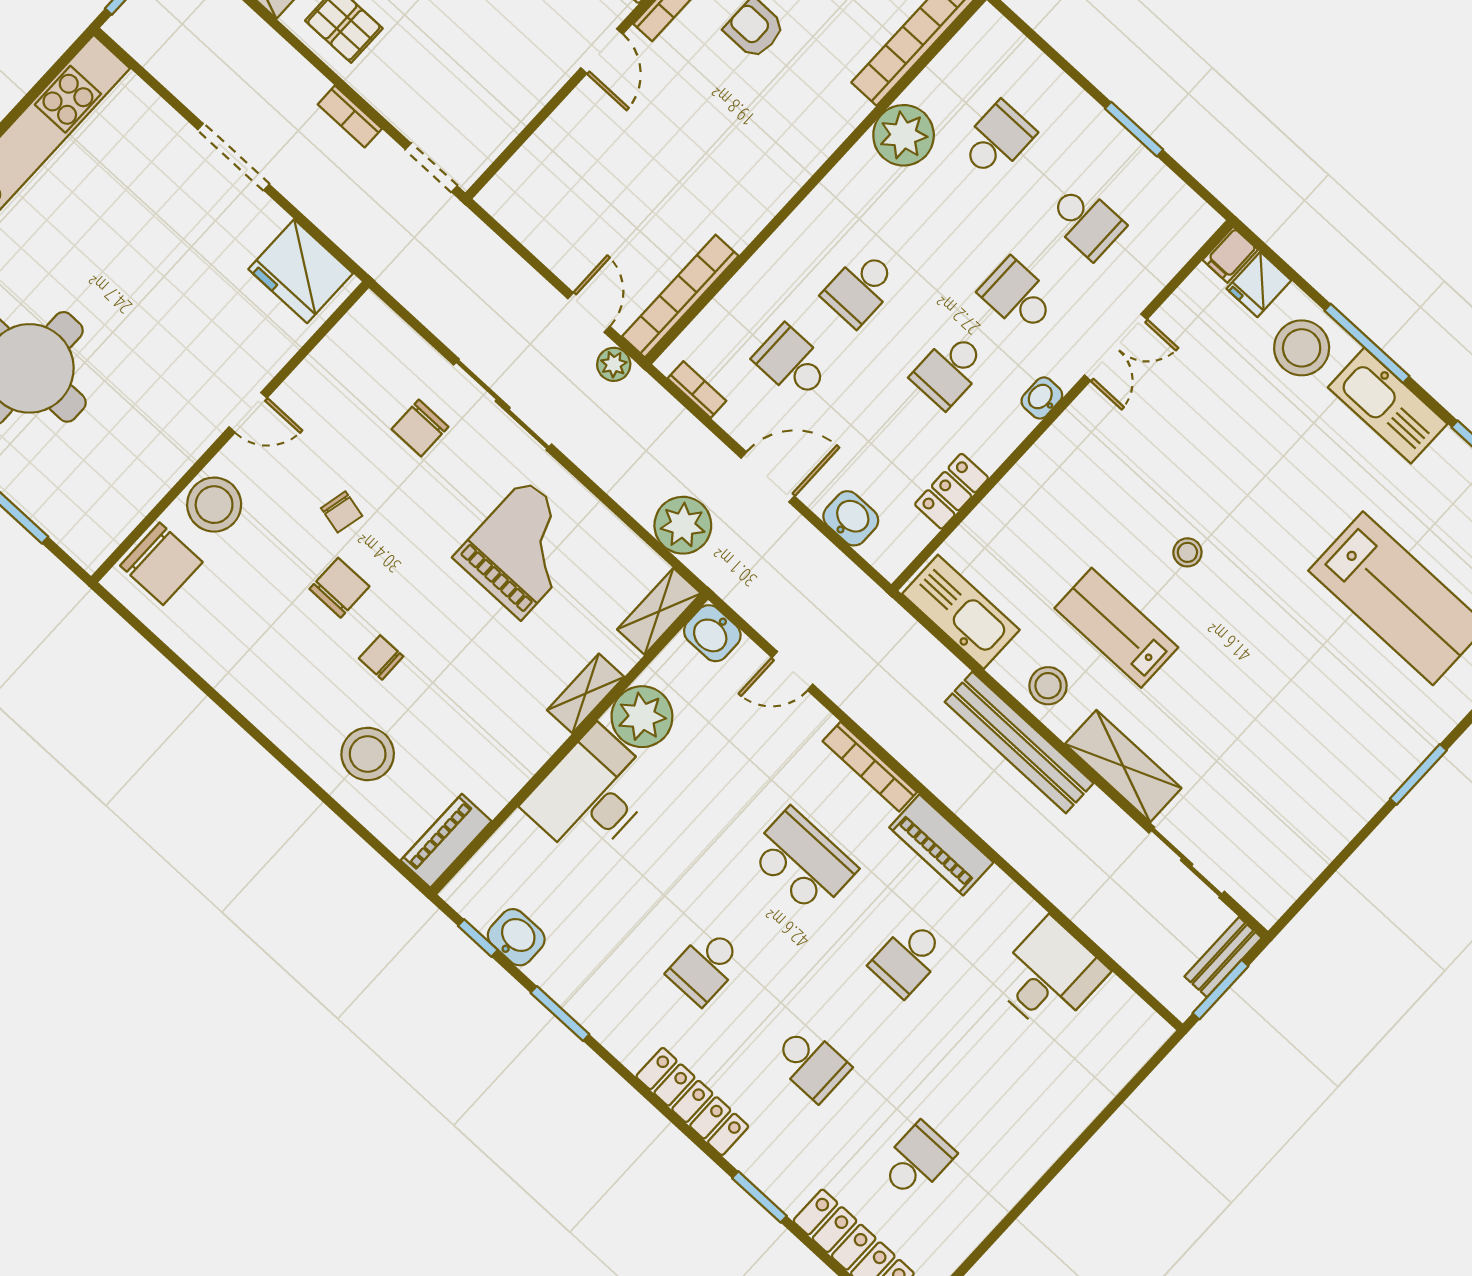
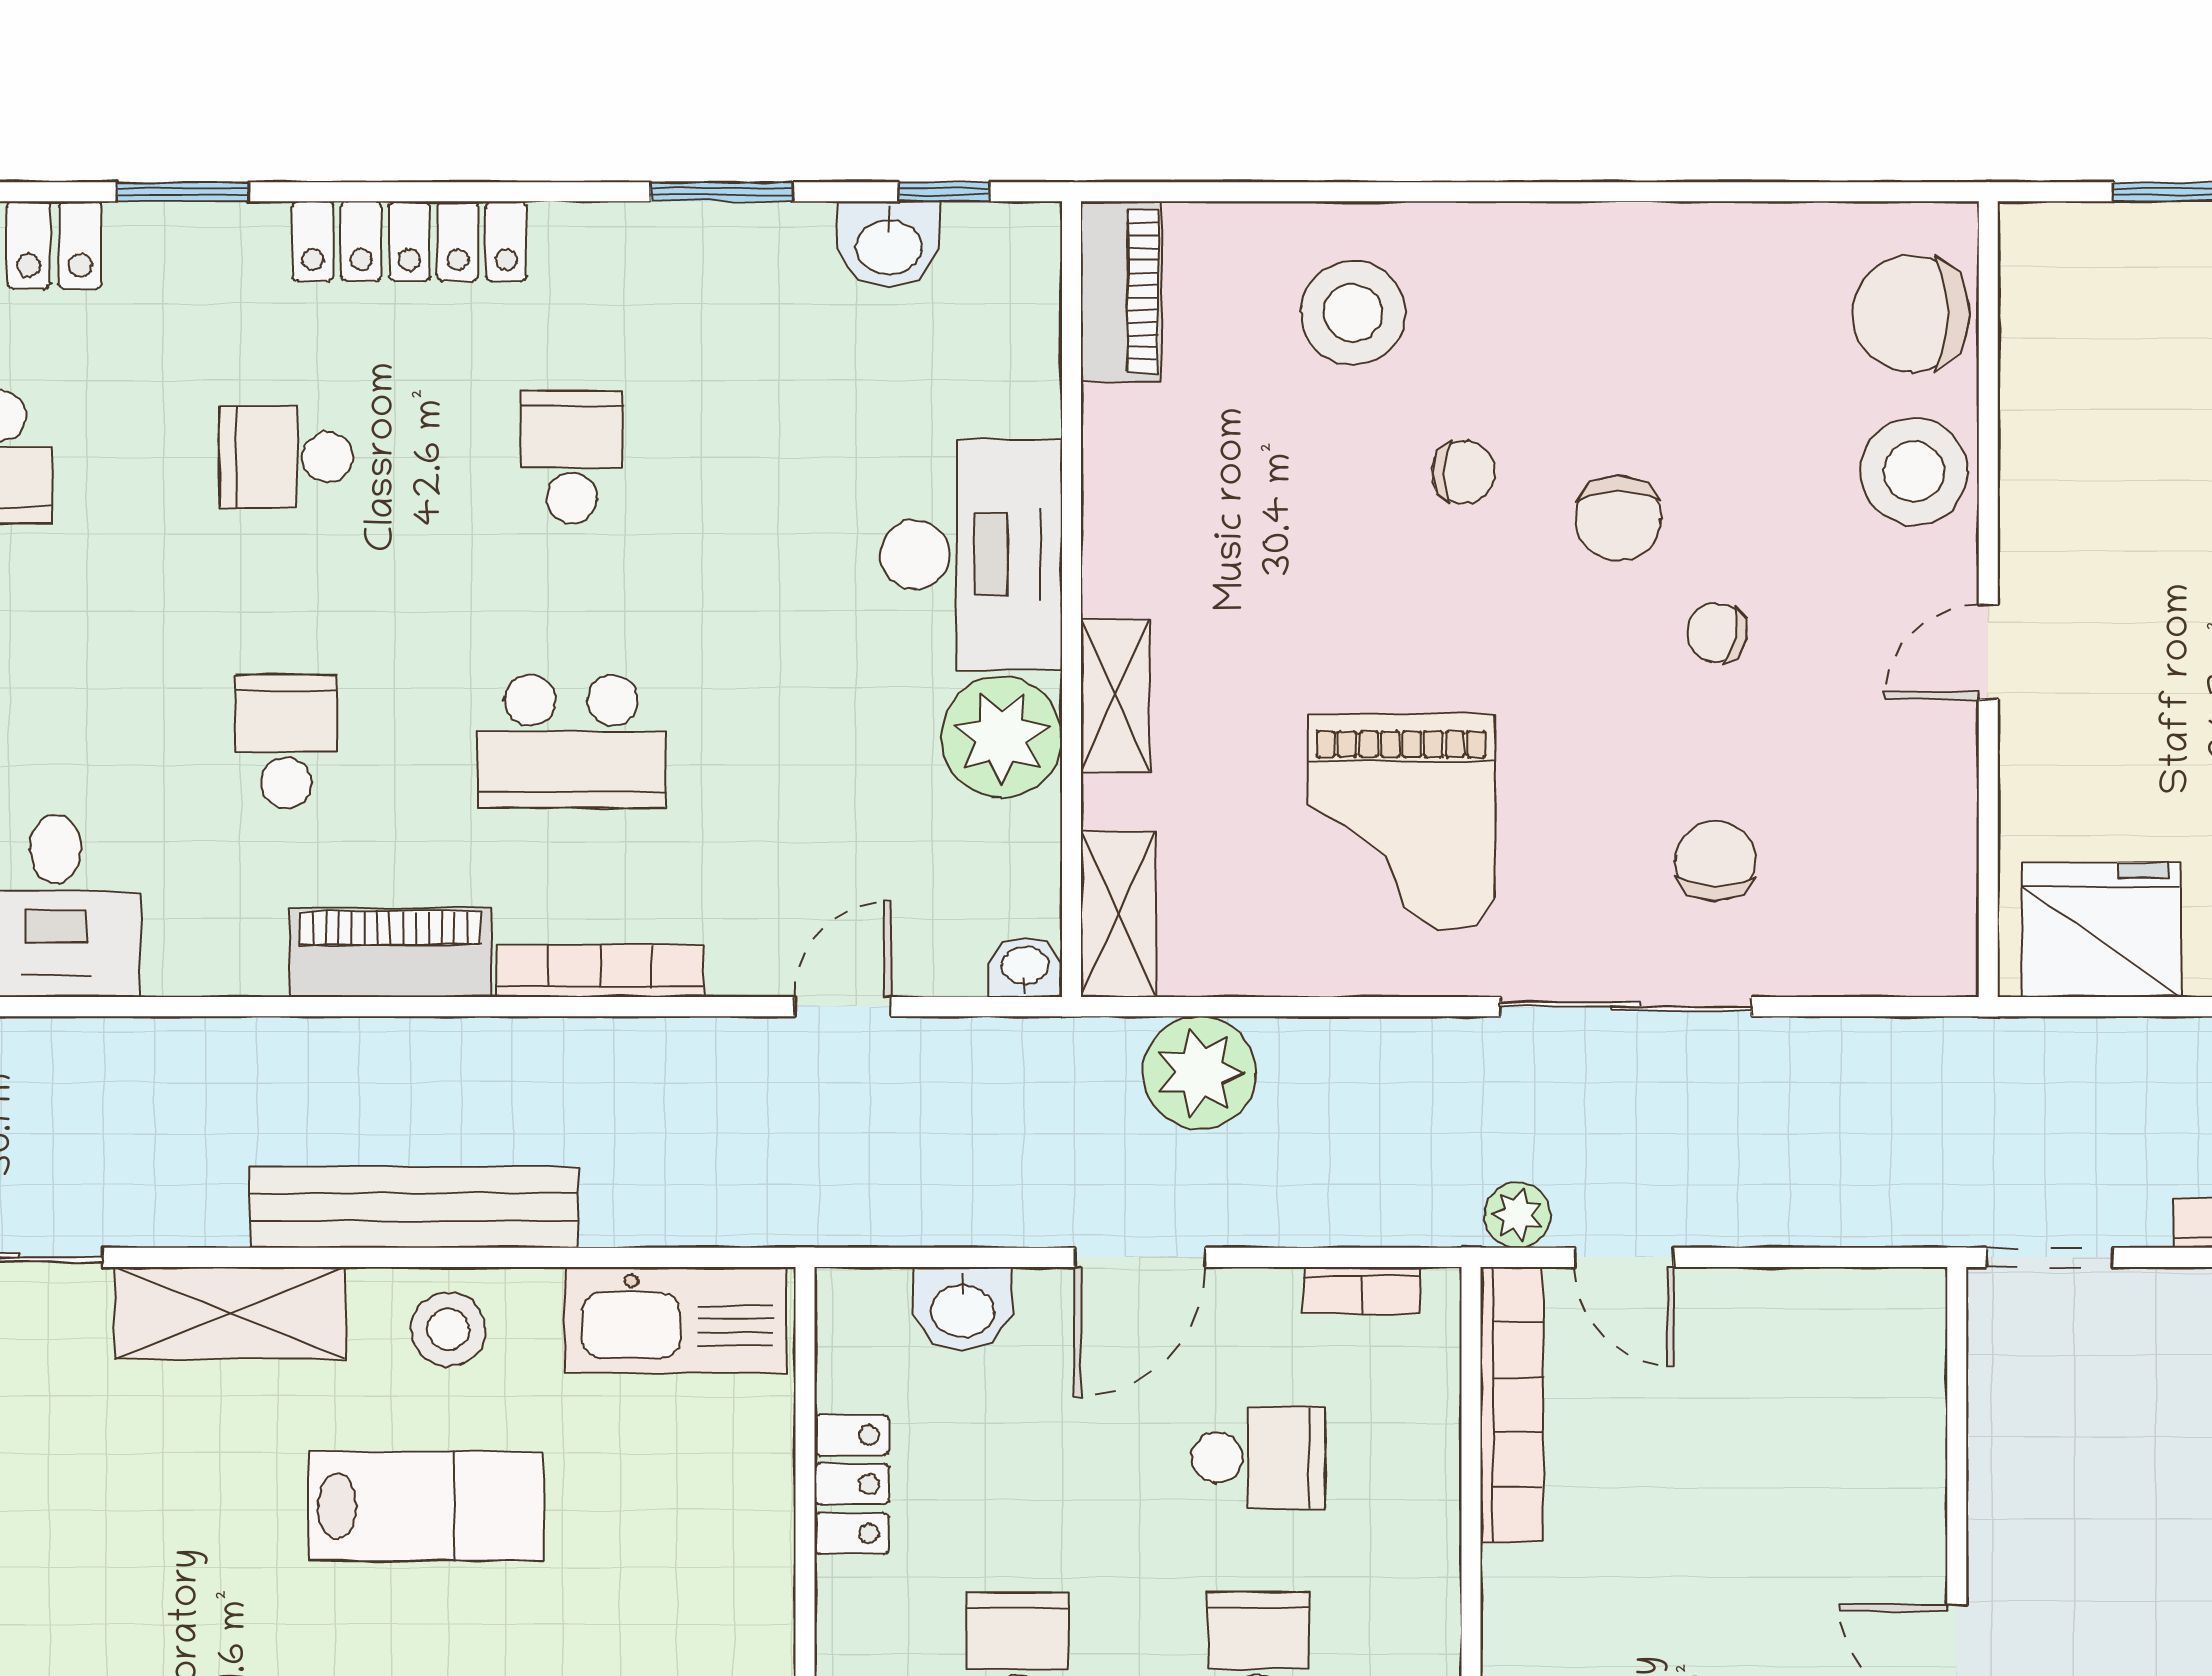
washbasin: (712, 633) -> (1025, 967), width x0.72, depth x0.69

